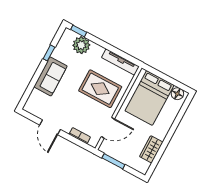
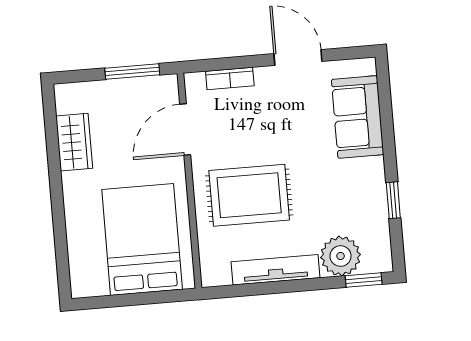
tv unit: (120, 62) -> (275, 270), moved
sofa: (50, 76) -> (358, 117), moved
floor lamp: (177, 94) -> (93, 283), removed

